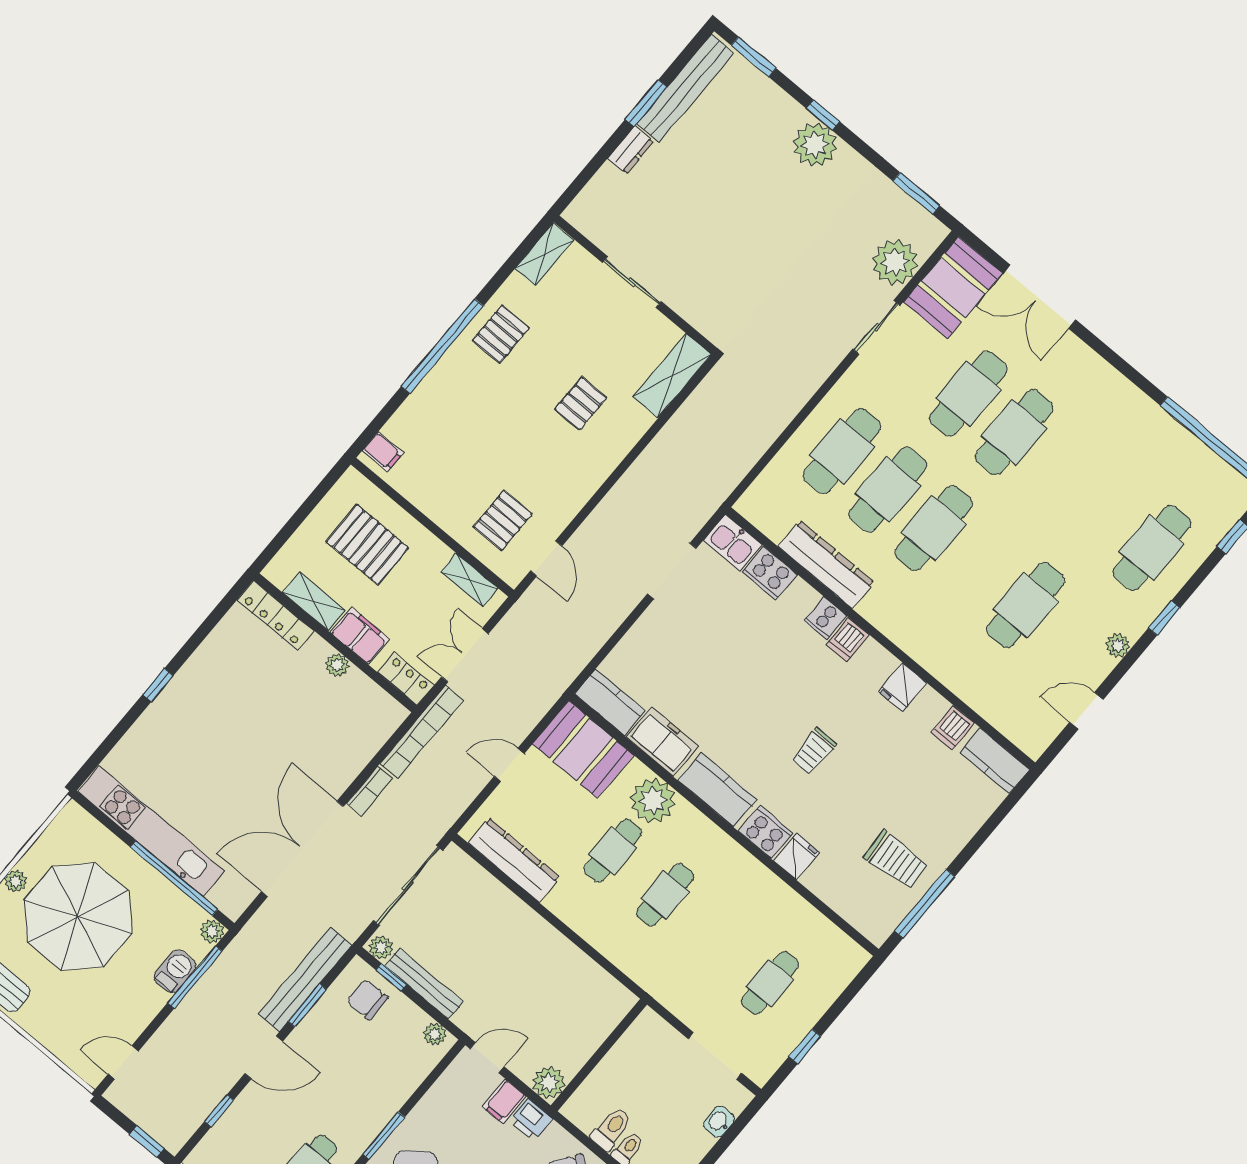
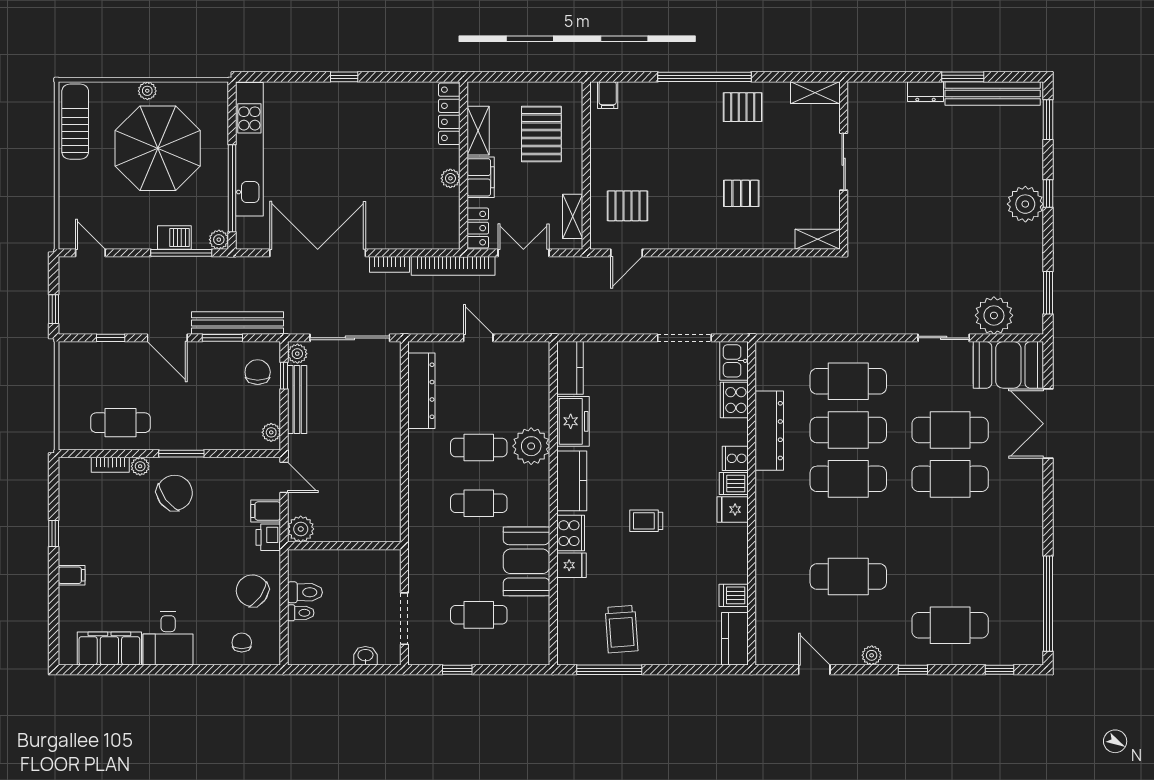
shelving: (672, 376) -> (818, 239), width x0.67, depth x0.75
fridge: (903, 687) -> (733, 510), moved
booth: (583, 749) -> (527, 561), moved

